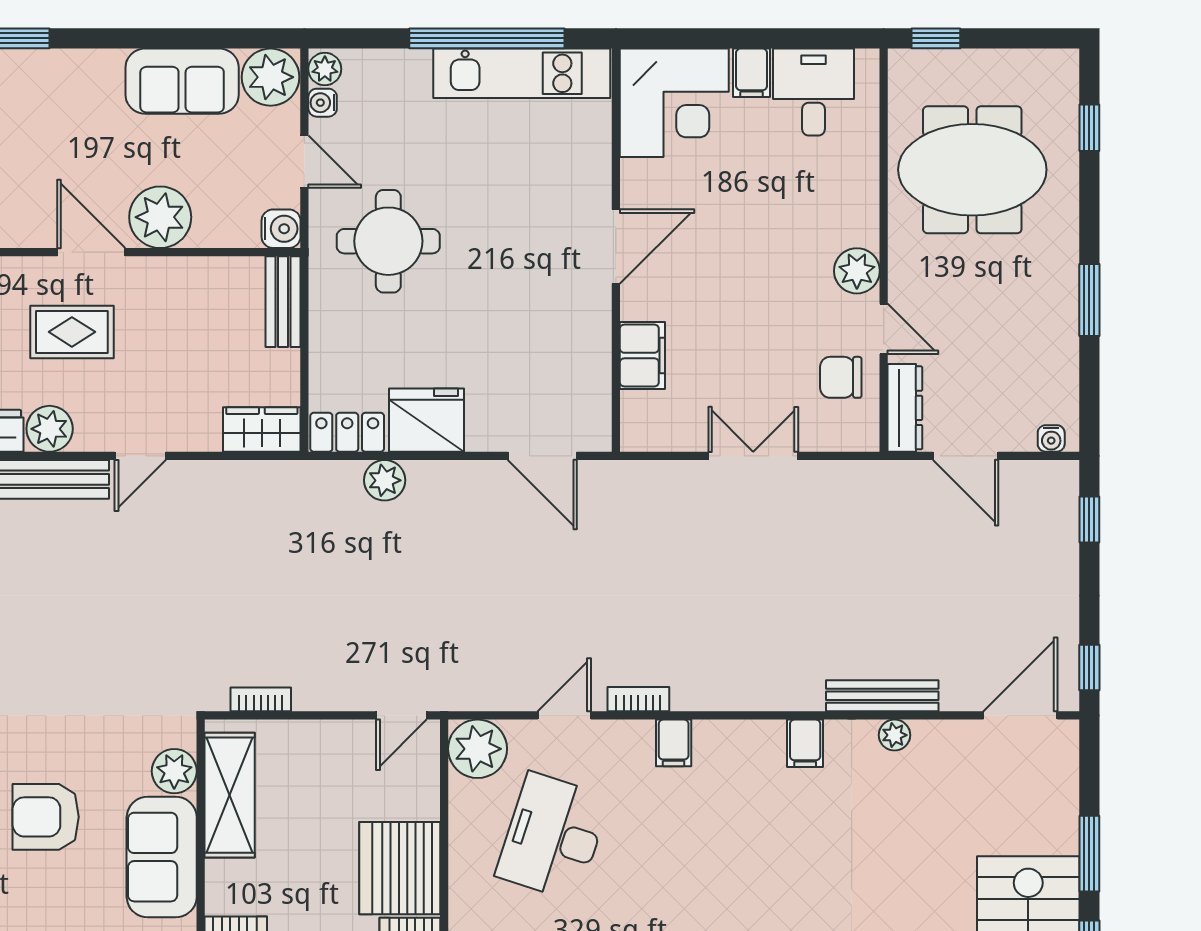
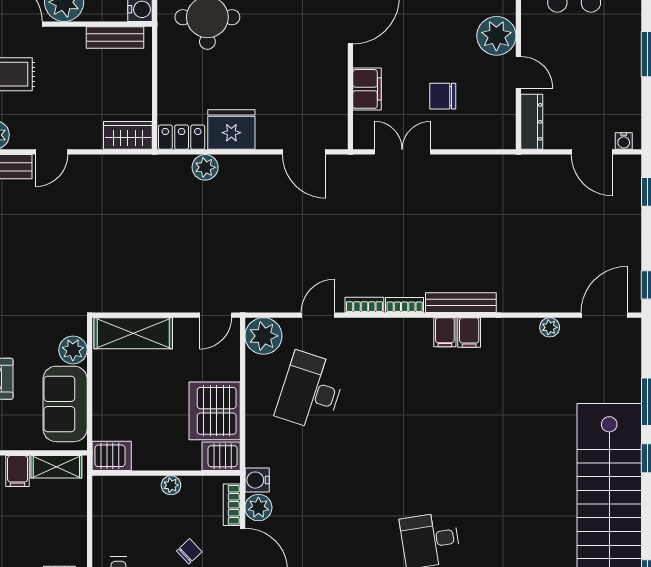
plant: (857, 271) -> (496, 36), width x1.36, depth x1.36
bench: (283, 302) -> (115, 37), moved, turned 90
chair: (841, 377) -> (443, 96), moved
double door: (753, 456) -> (402, 152), moved
door: (966, 456) -> (592, 152), moved
bench: (882, 696) -> (461, 303), moved
bookcase: (261, 699) -> (405, 305), moved
plant: (894, 735) -> (550, 327), moved
filing cabinet: (674, 743) -> (445, 332), moved
shelving: (230, 795) -> (133, 333), moved, turned 90

